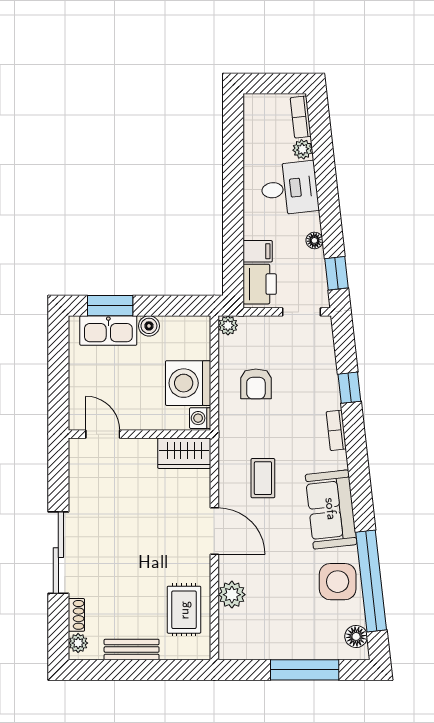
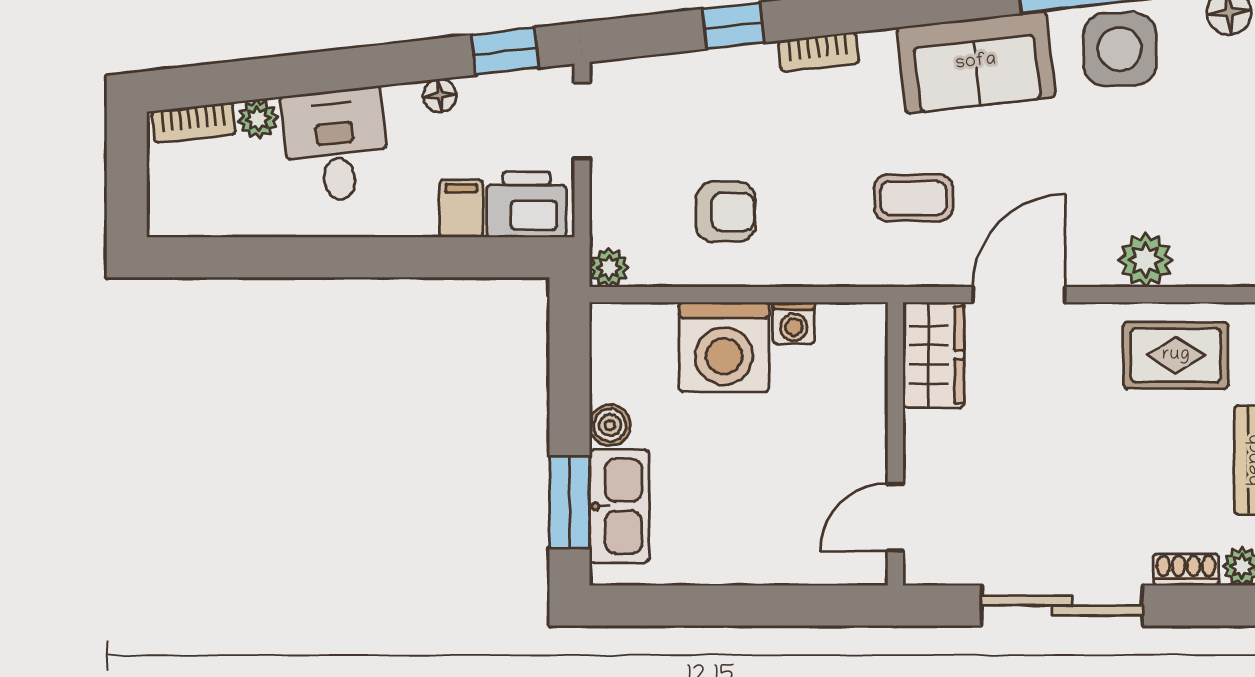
door: (103, 434) -> (895, 517), moved
wall: (140, 434) -> (895, 444), moved
wardrobe: (184, 453) -> (933, 355), moved

